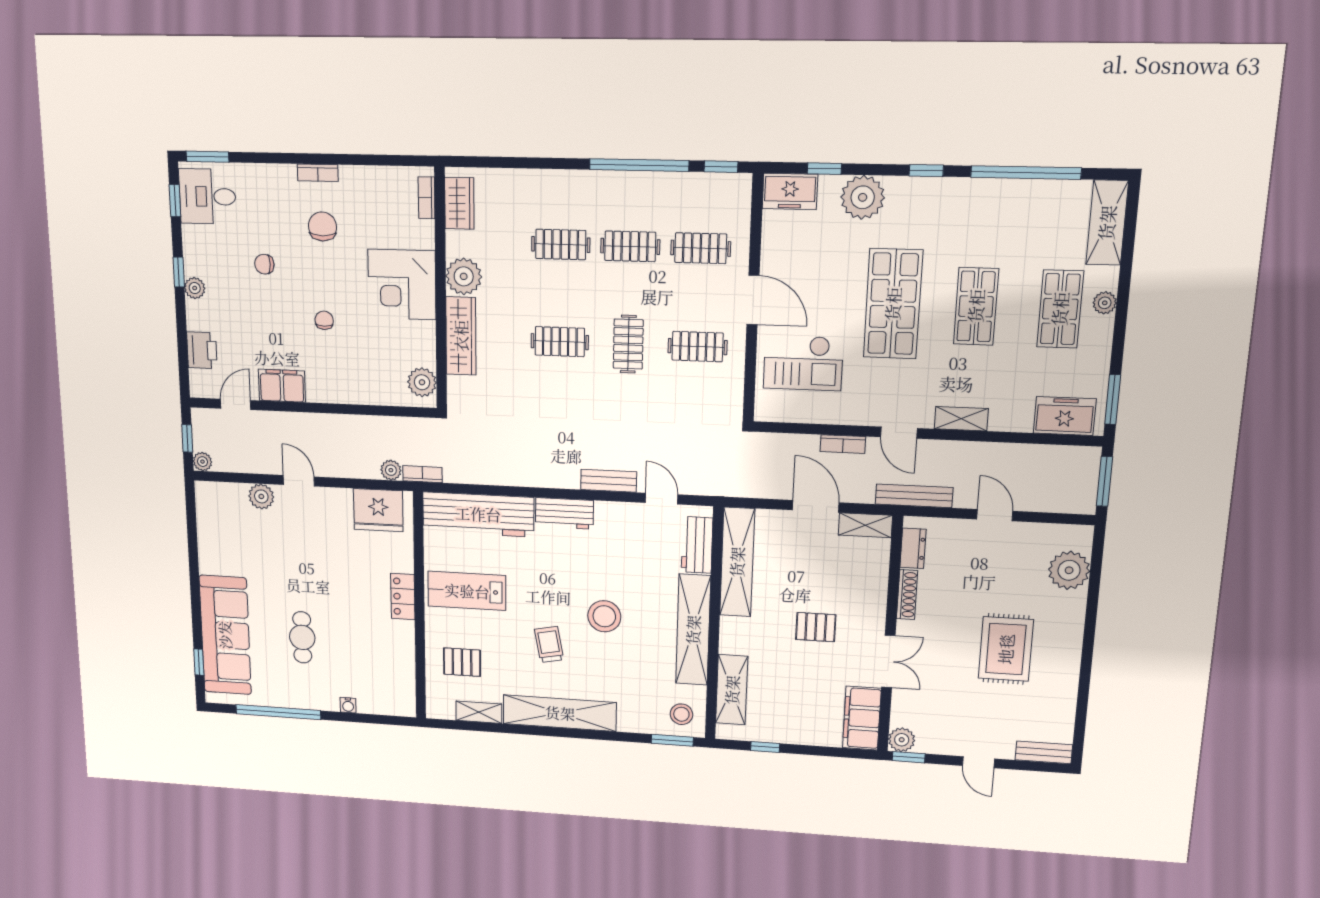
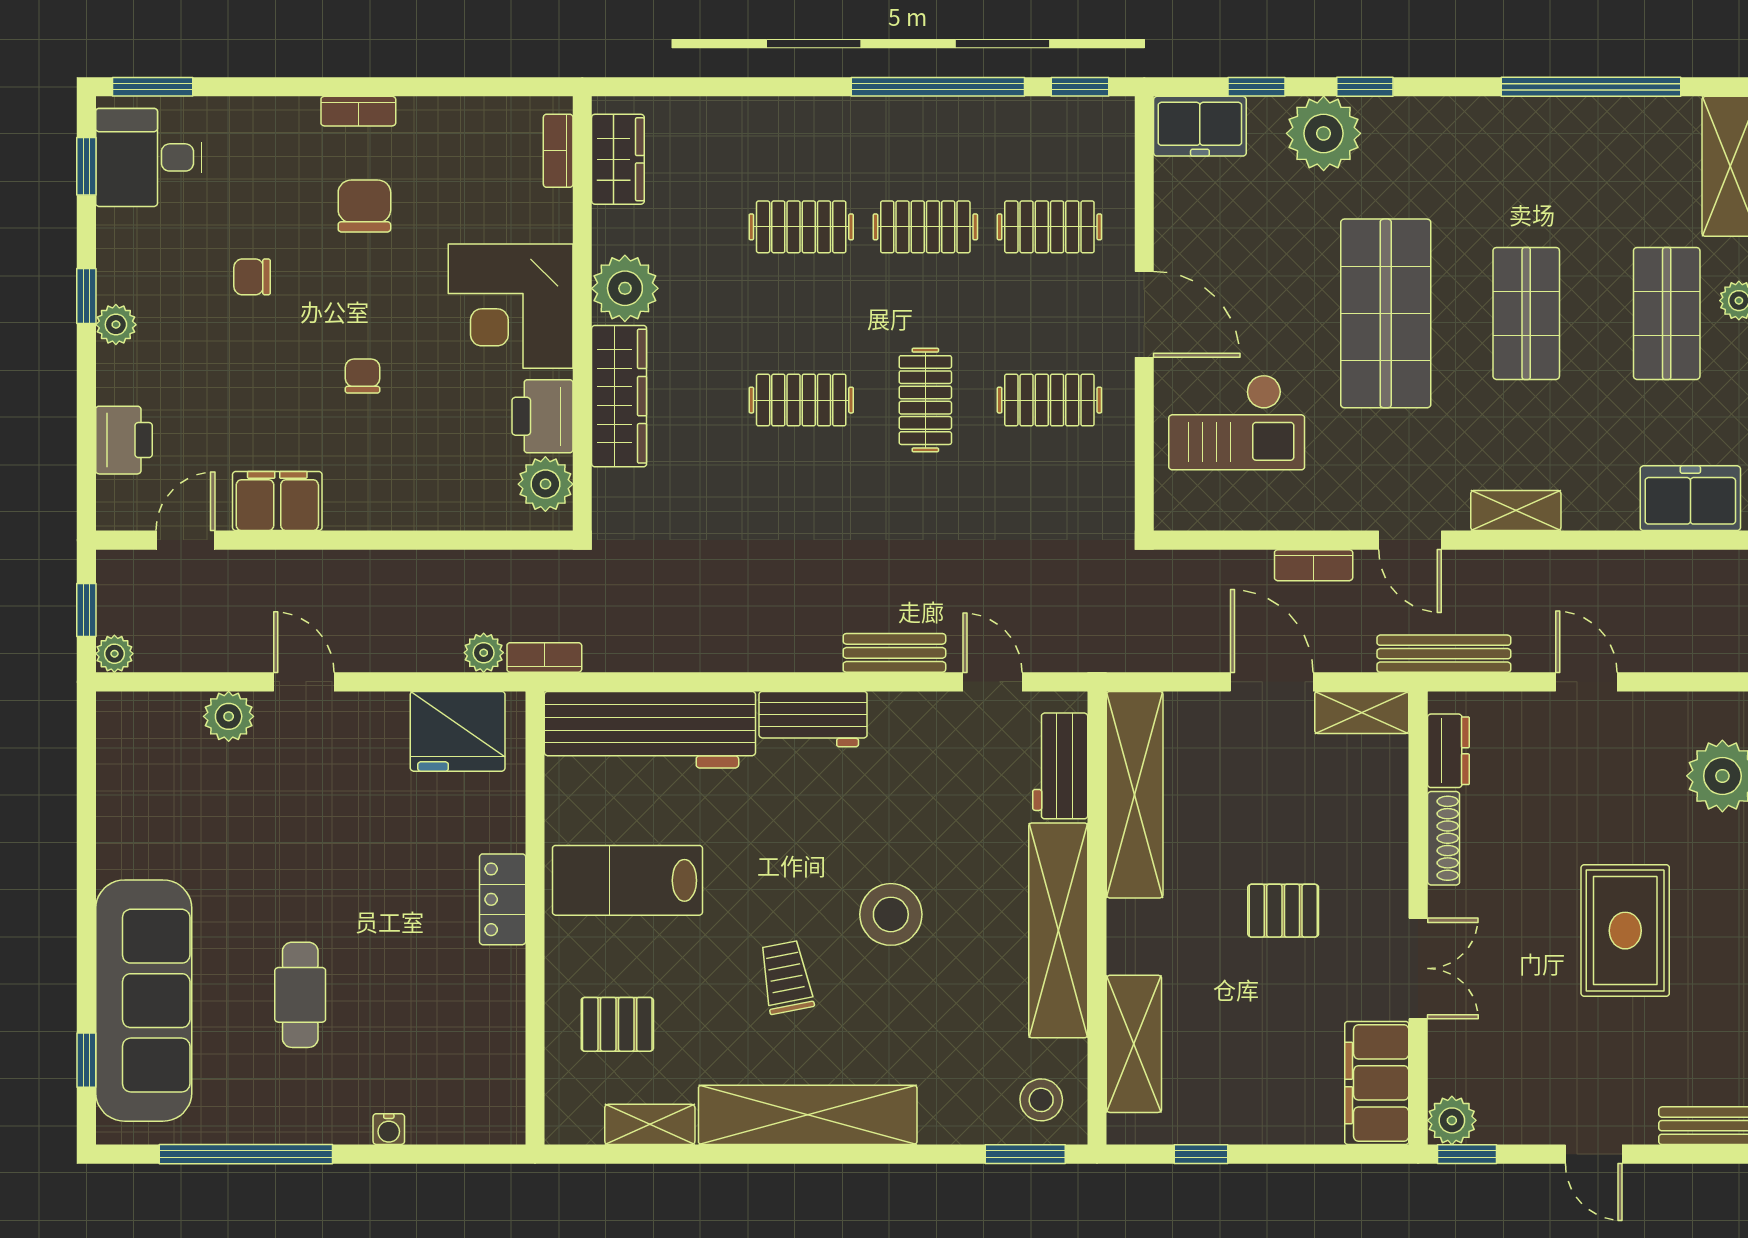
window: (926, 171) -> (1365, 87), moved
printer: (420, 346) -> (542, 416), added

